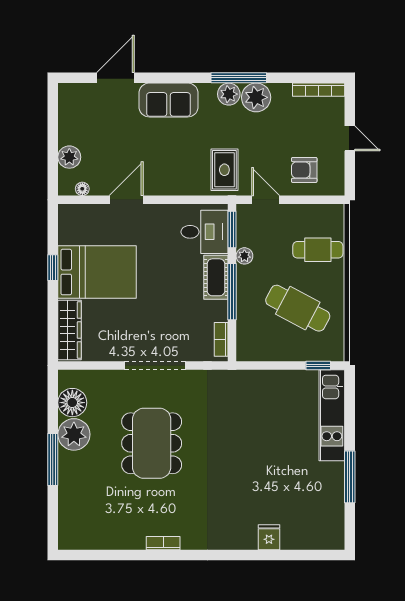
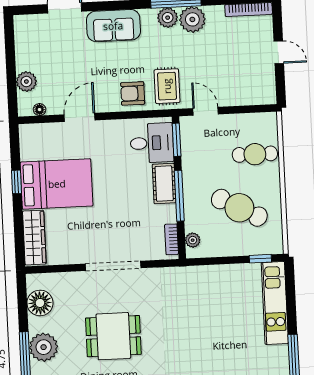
armchair: (304, 170) -> (133, 93), moved
plant: (244, 256) -> (193, 240), moved
plant: (74, 434) -> (44, 347), moved
dining table: (152, 443) -> (113, 336), width x0.73

